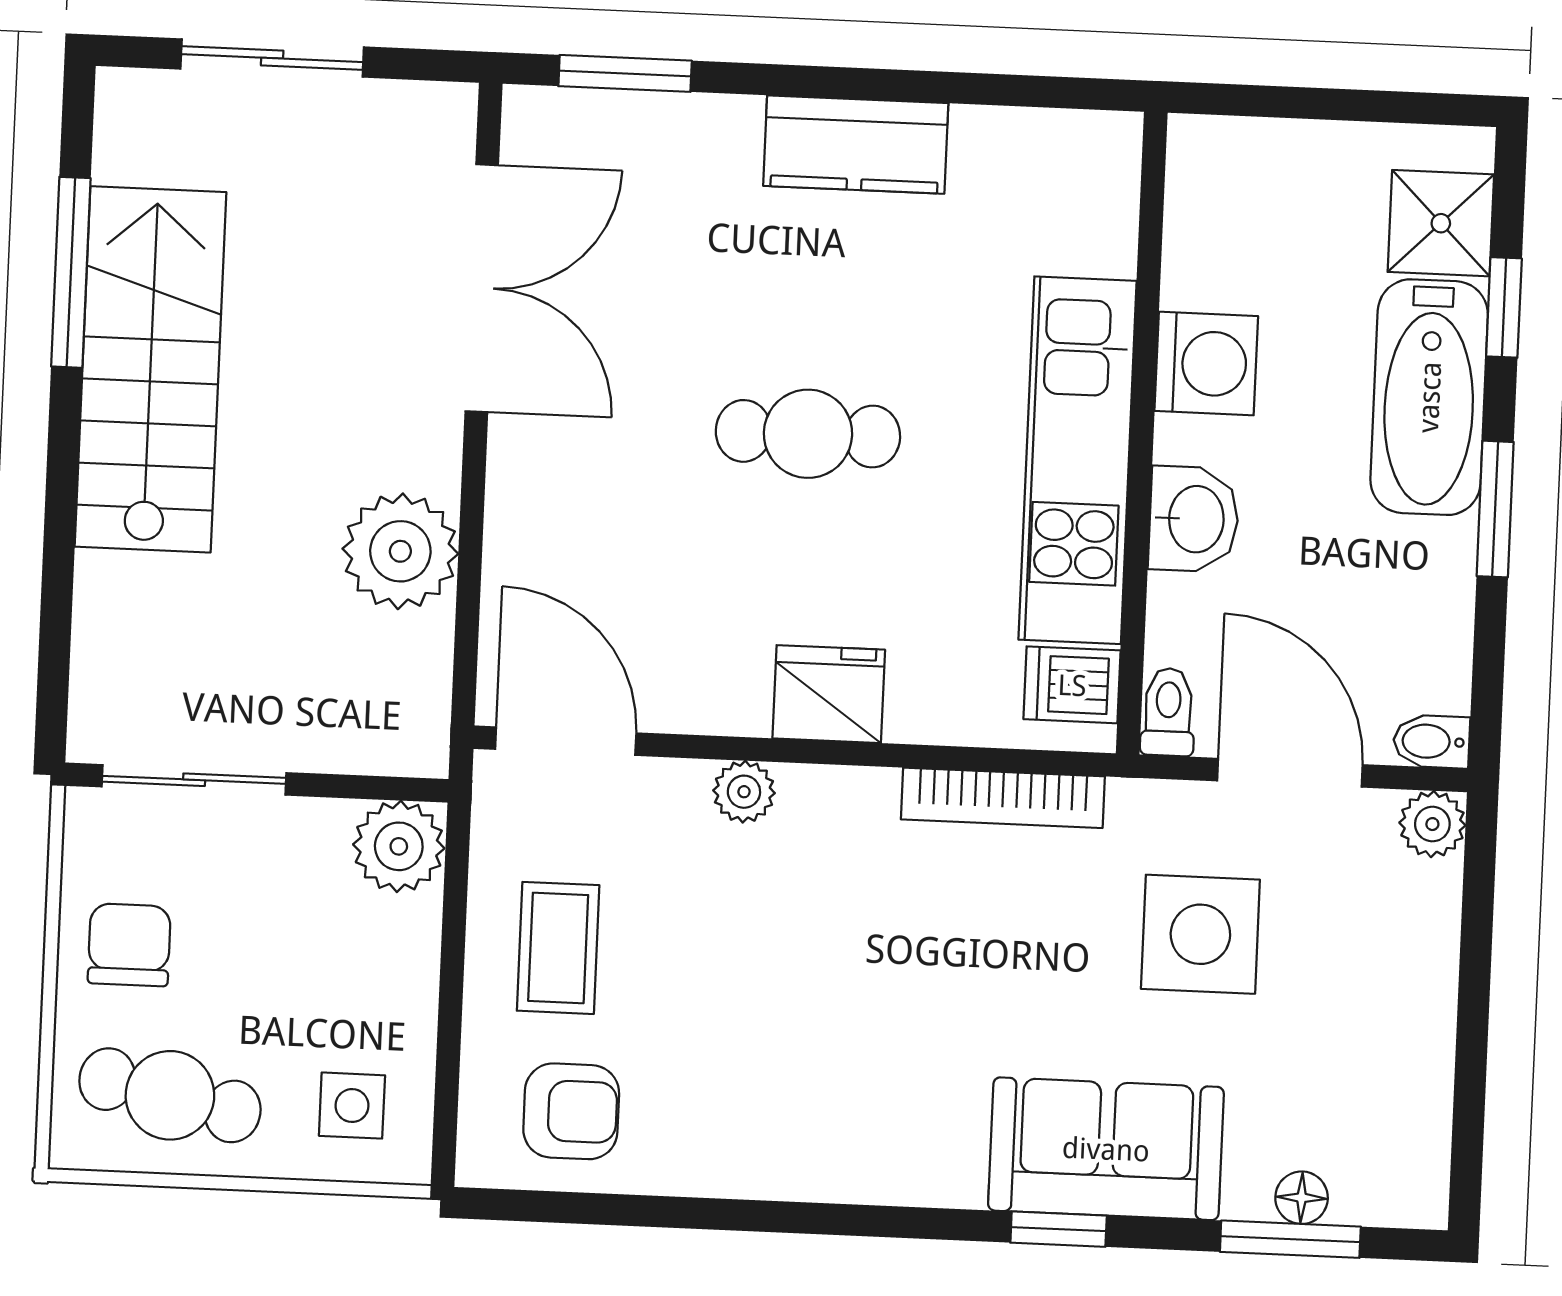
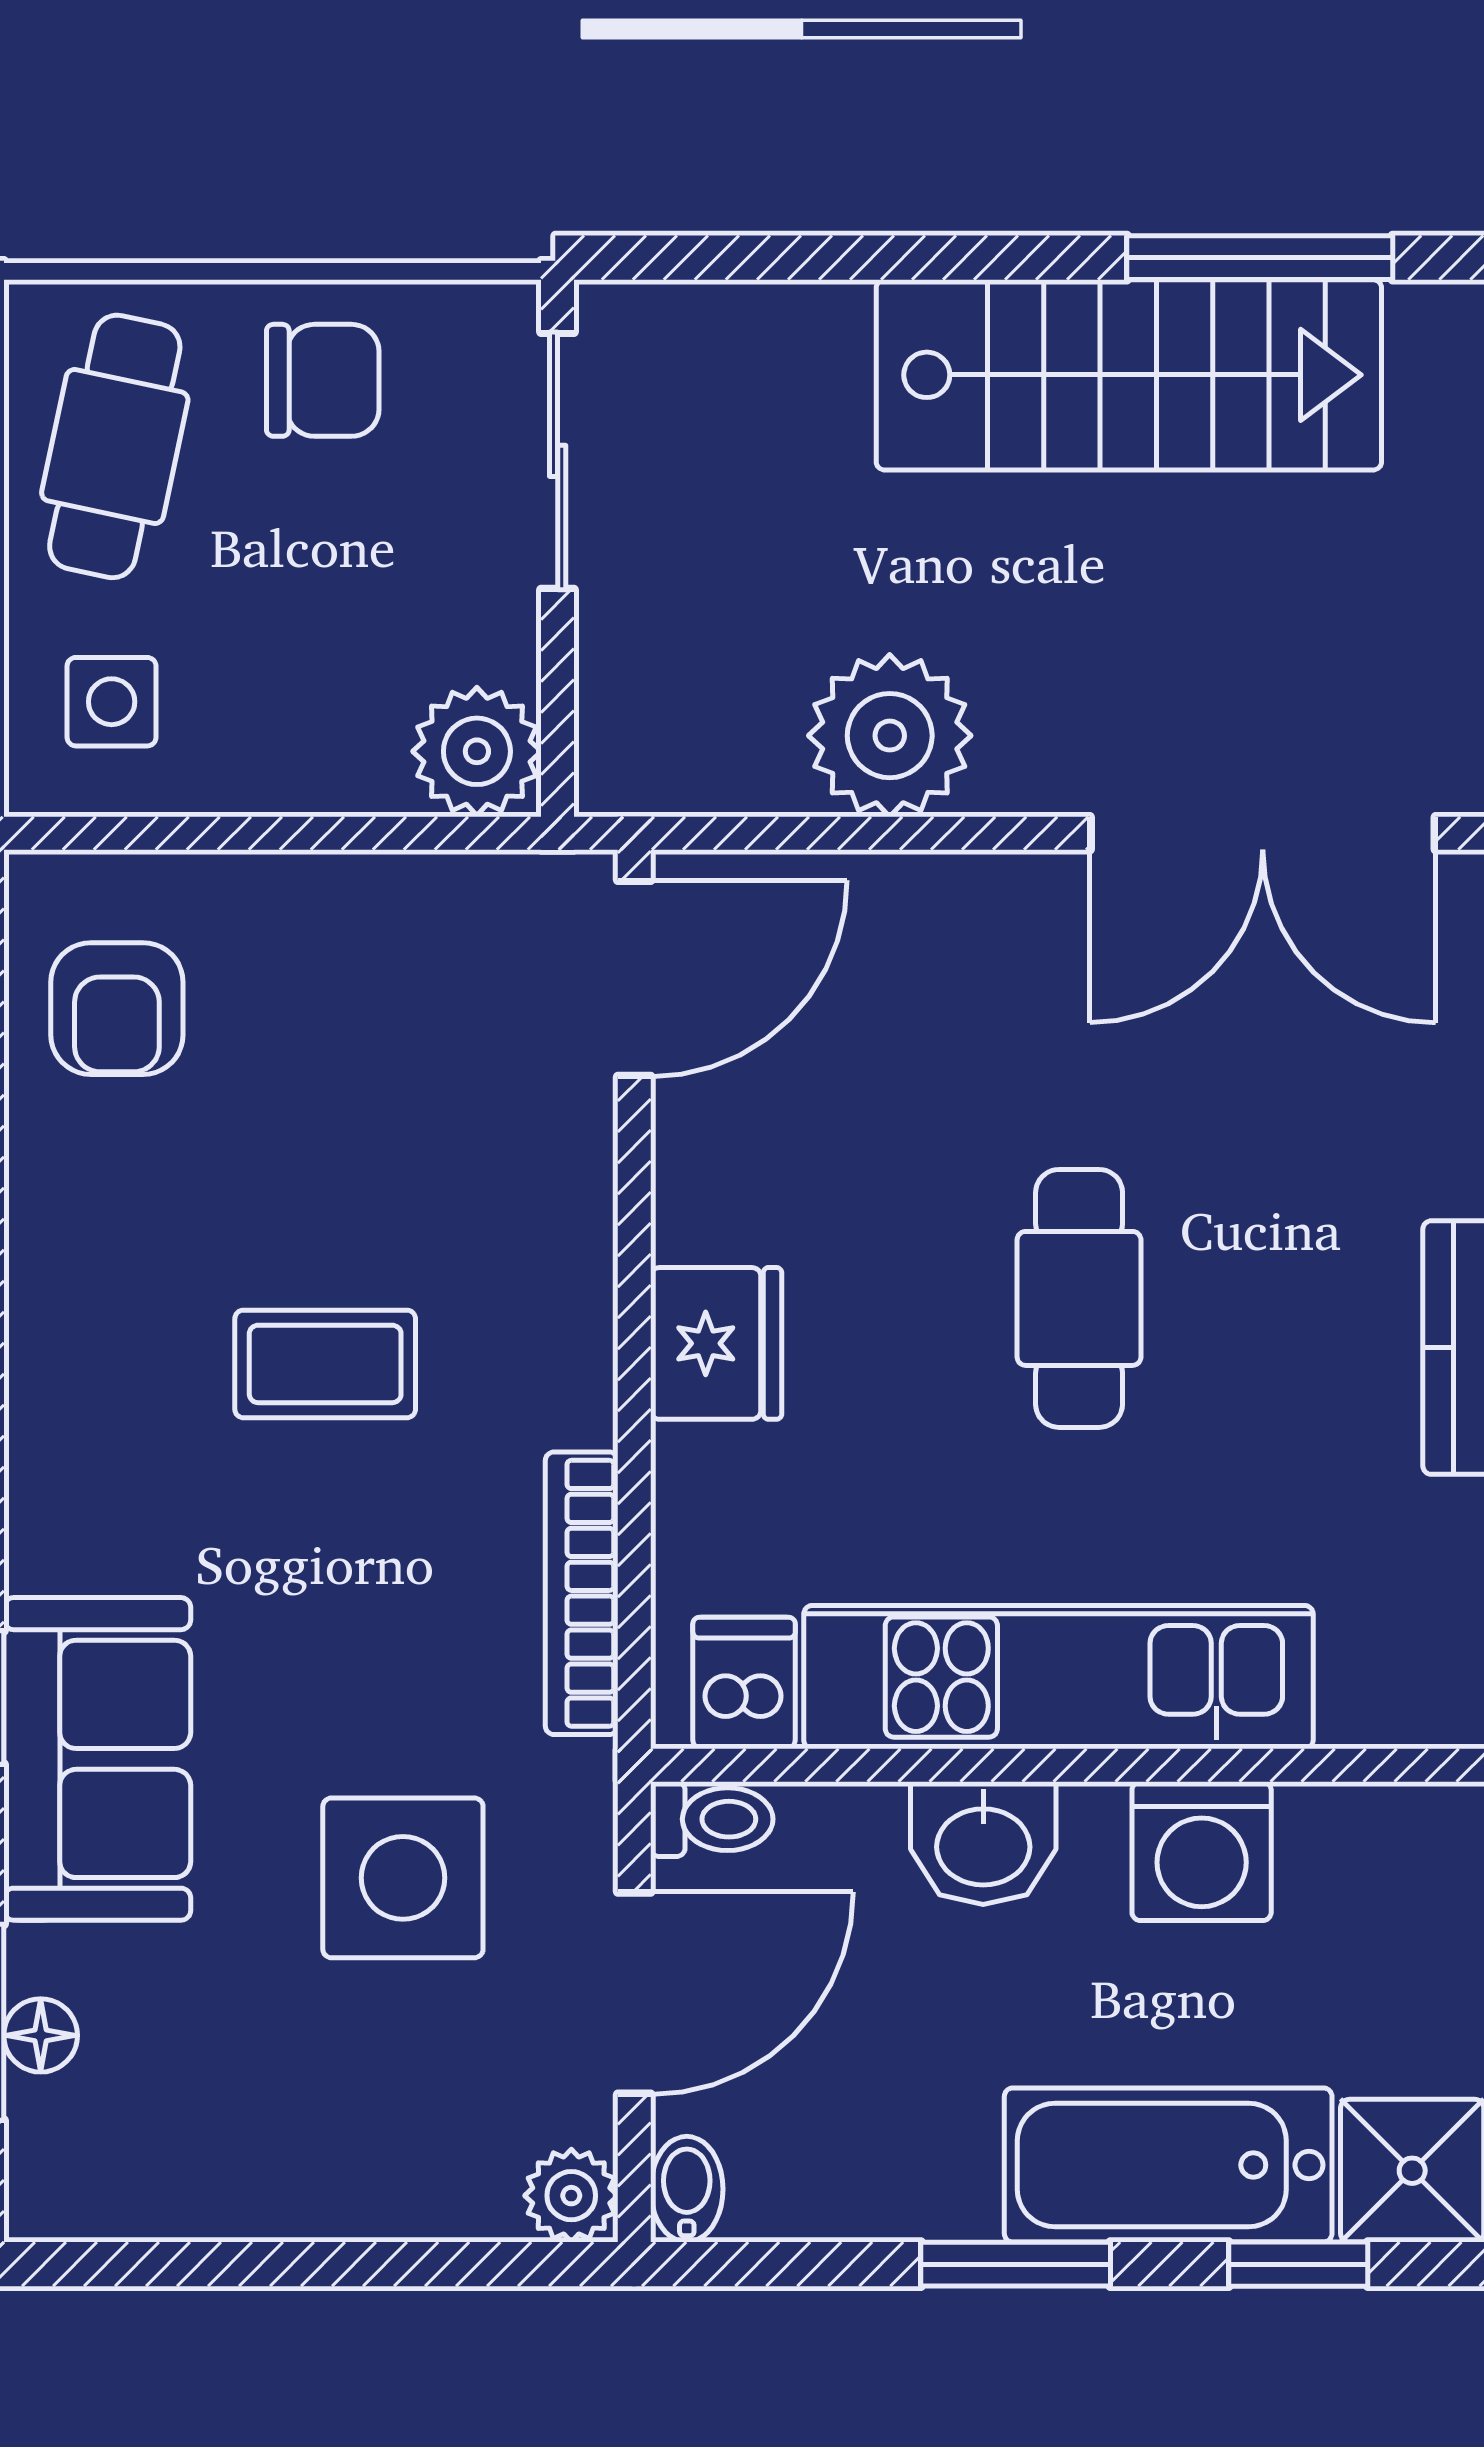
plant: (744, 792) -> (574, 1231), removed
coffee table: (558, 948) -> (325, 1364), moved

